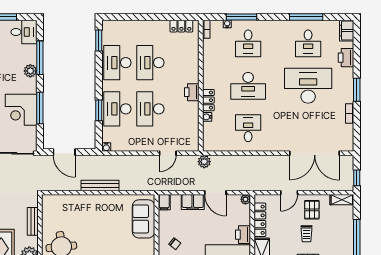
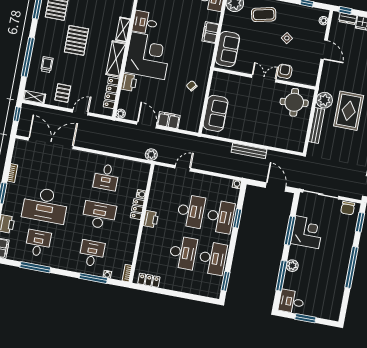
filing cabinet: (164, 202) -> (194, 125), removed
bench: (33, 221) -> (316, 125), width x1.36
trolley: (307, 234) -> (47, 65), moved

